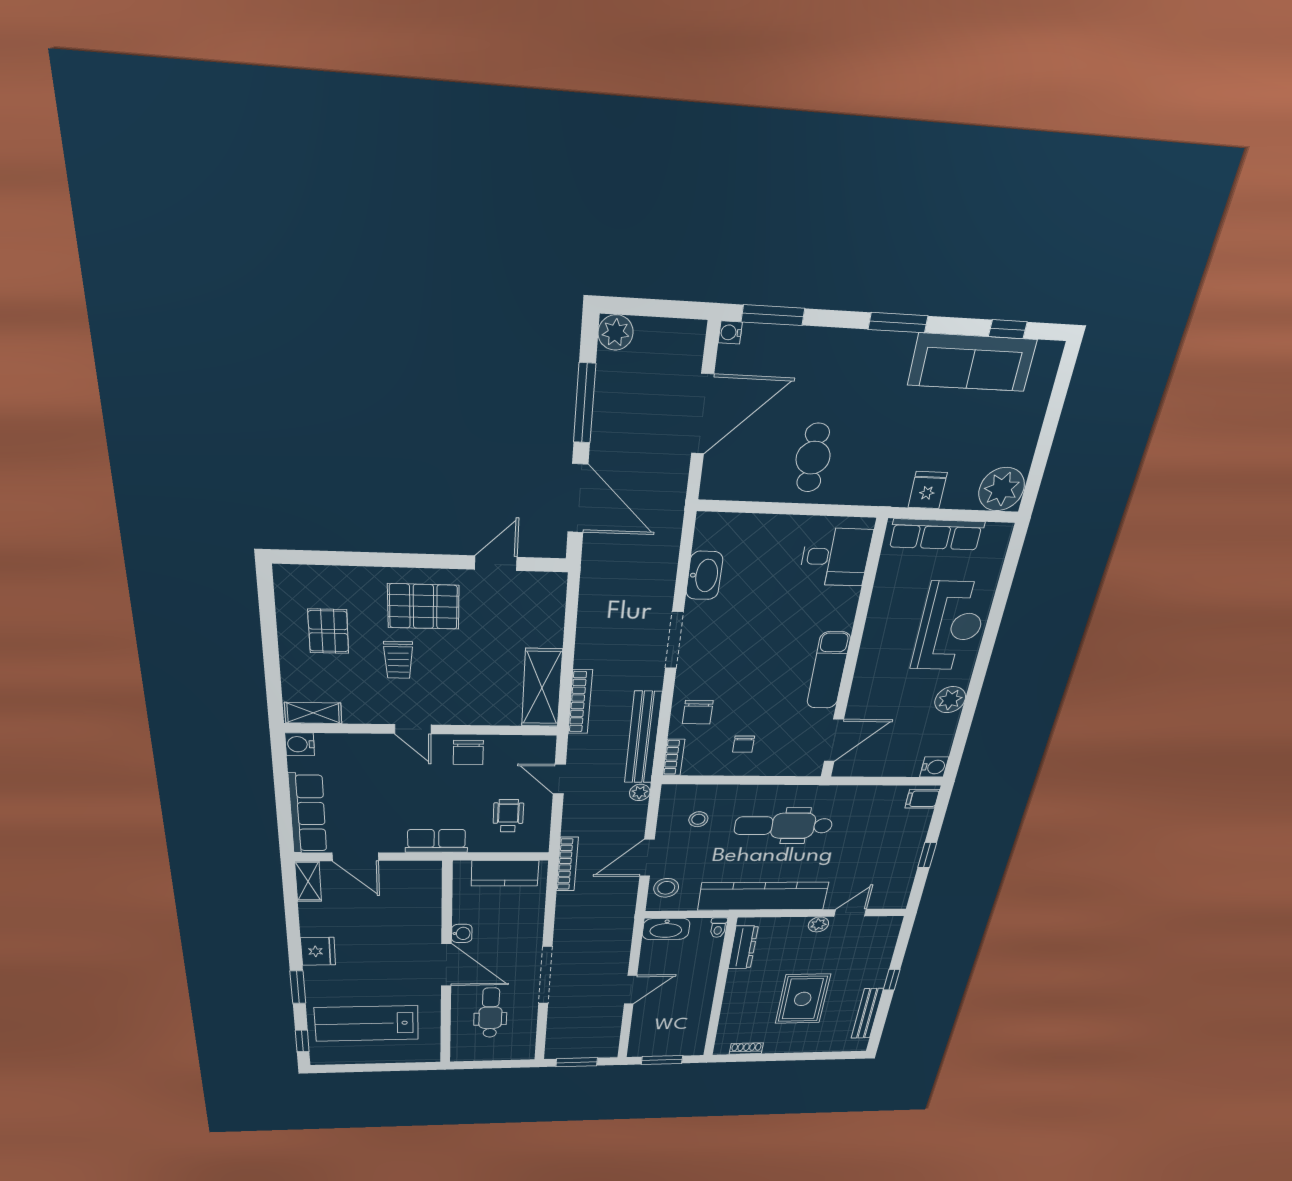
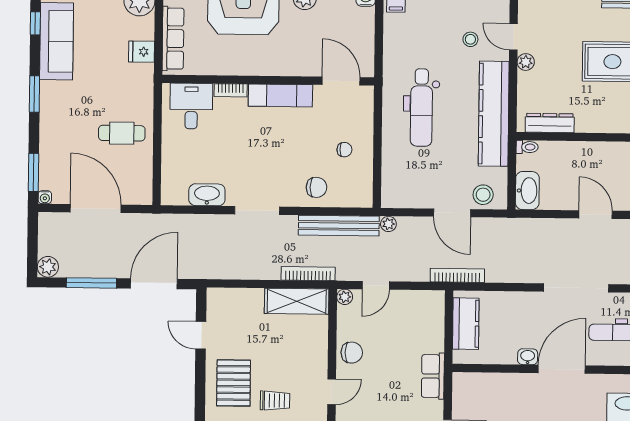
plant: (545, 744) -> (345, 297), added
bookcase: (674, 757) -> (231, 90), moved, turned 180
wheelchair: (508, 816) -> (410, 322), removed
stool: (698, 819) -> (470, 39), moved

